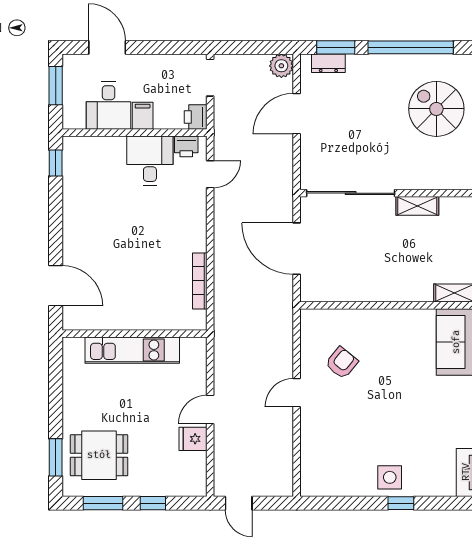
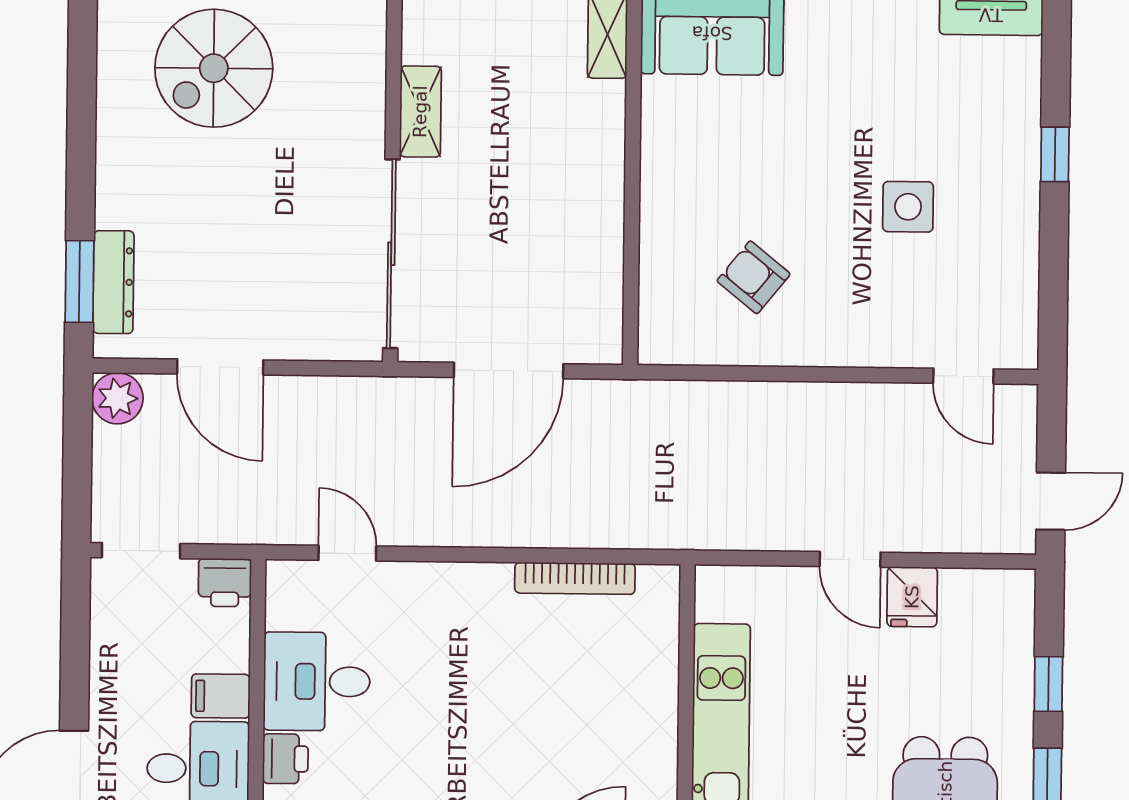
window: (411, 47) -> (81, 122), removed
dresser: (328, 63) -> (113, 282), width x1.44
printer: (186, 146) -> (285, 759), moved
door: (297, 393) -> (963, 376), moved
side table: (390, 477) -> (908, 207), moved

